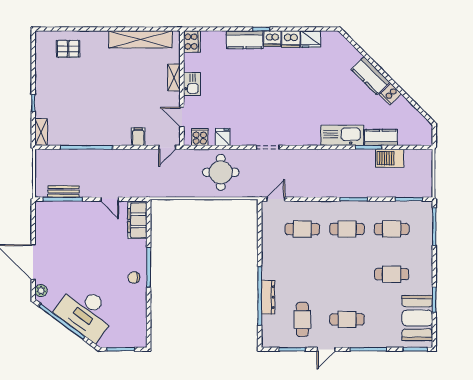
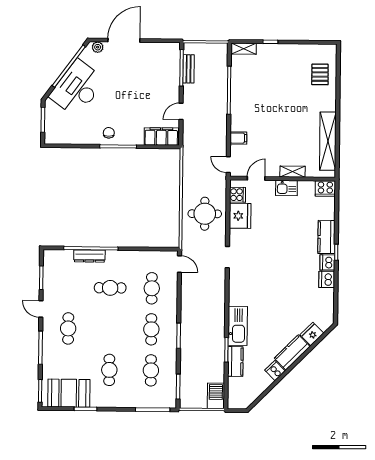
fridge: (311, 39) -> (312, 334), moved, turned 45
fridge: (223, 137) -> (240, 216), width x1.88, depth x1.34
barbecue: (390, 158) -> (216, 396), moved
cafe table: (302, 319) -> (110, 288), moved

